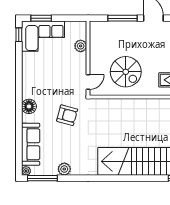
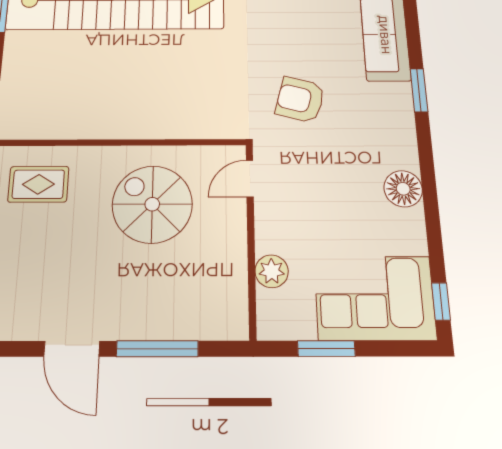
window: (41, 18) -> (326, 349), moved
floor lamp: (29, 106) -> (403, 189), moved
window: (19, 119) -> (419, 90), added

